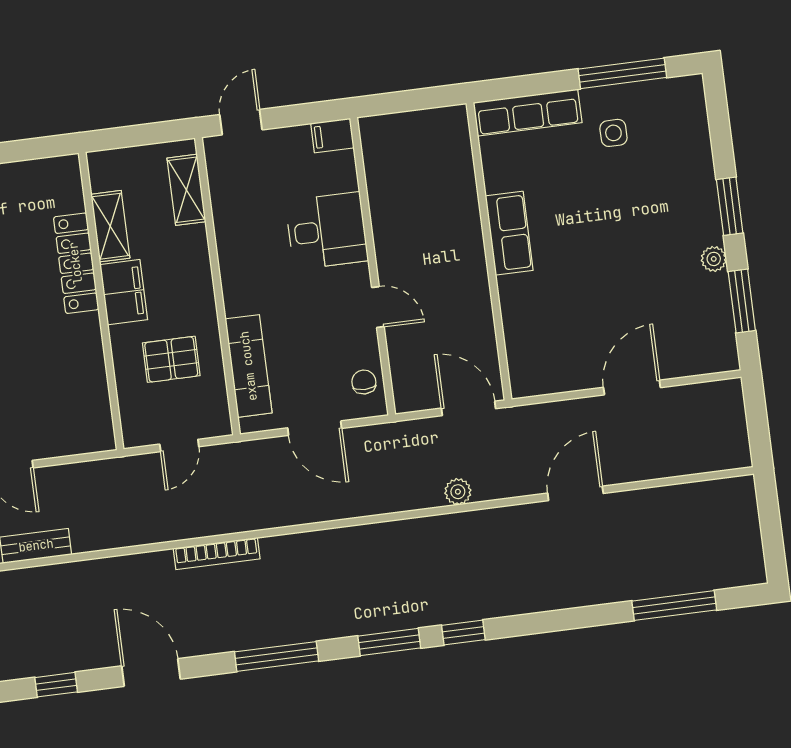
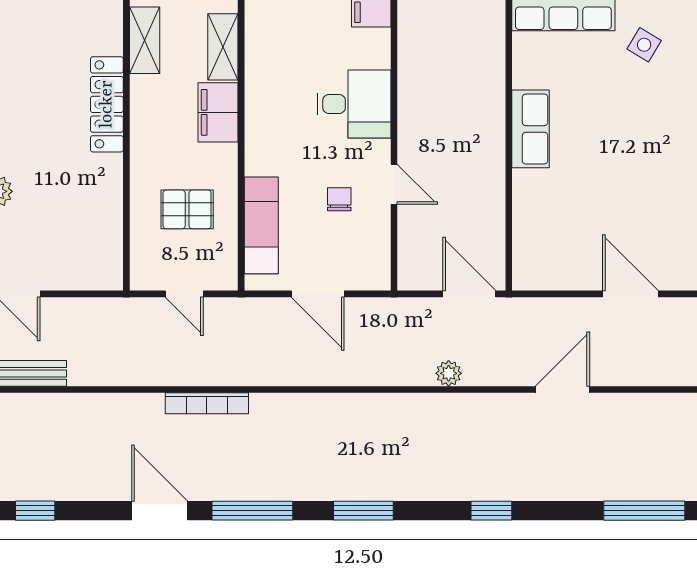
side table: (613, 133) -> (644, 45), turned 31
shelving: (110, 226) -> (145, 40), moved
filing cabinet: (124, 292) -> (218, 112), moved, turned 180
chair: (364, 382) -> (339, 199), moved
door: (632, 387) -> (630, 294), hinge flipped
door: (179, 445) -> (184, 294), hinge flipped
window: (463, 633) -> (491, 511), moved
door: (151, 673) -> (160, 511), moved

